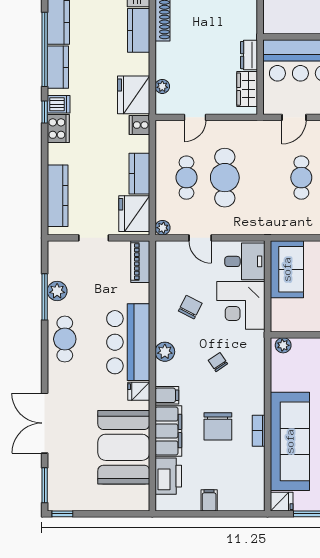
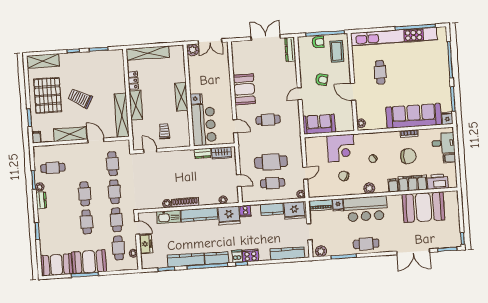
kitchen counter: (139, 30) -> (199, 215), width x1.50
desk: (245, 261) -> (443, 143), moved, turned 90
plant: (57, 291) -> (321, 251), moved
fridge: (139, 391) -> (338, 205), moved

